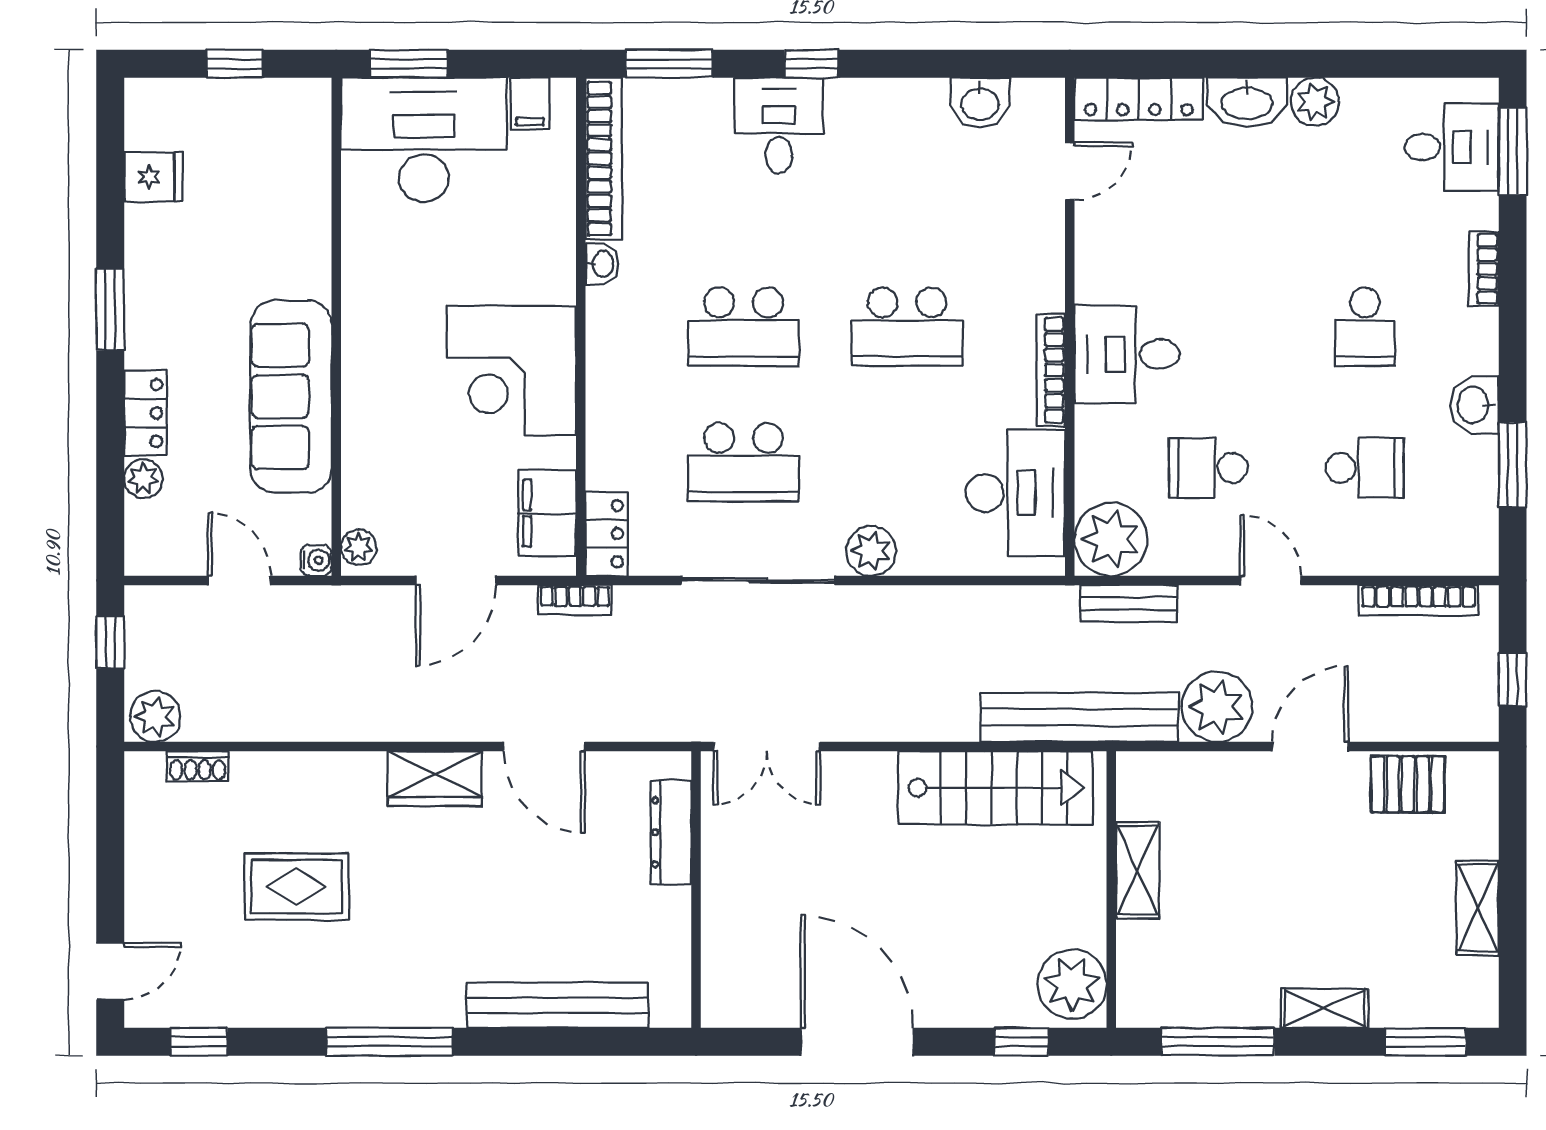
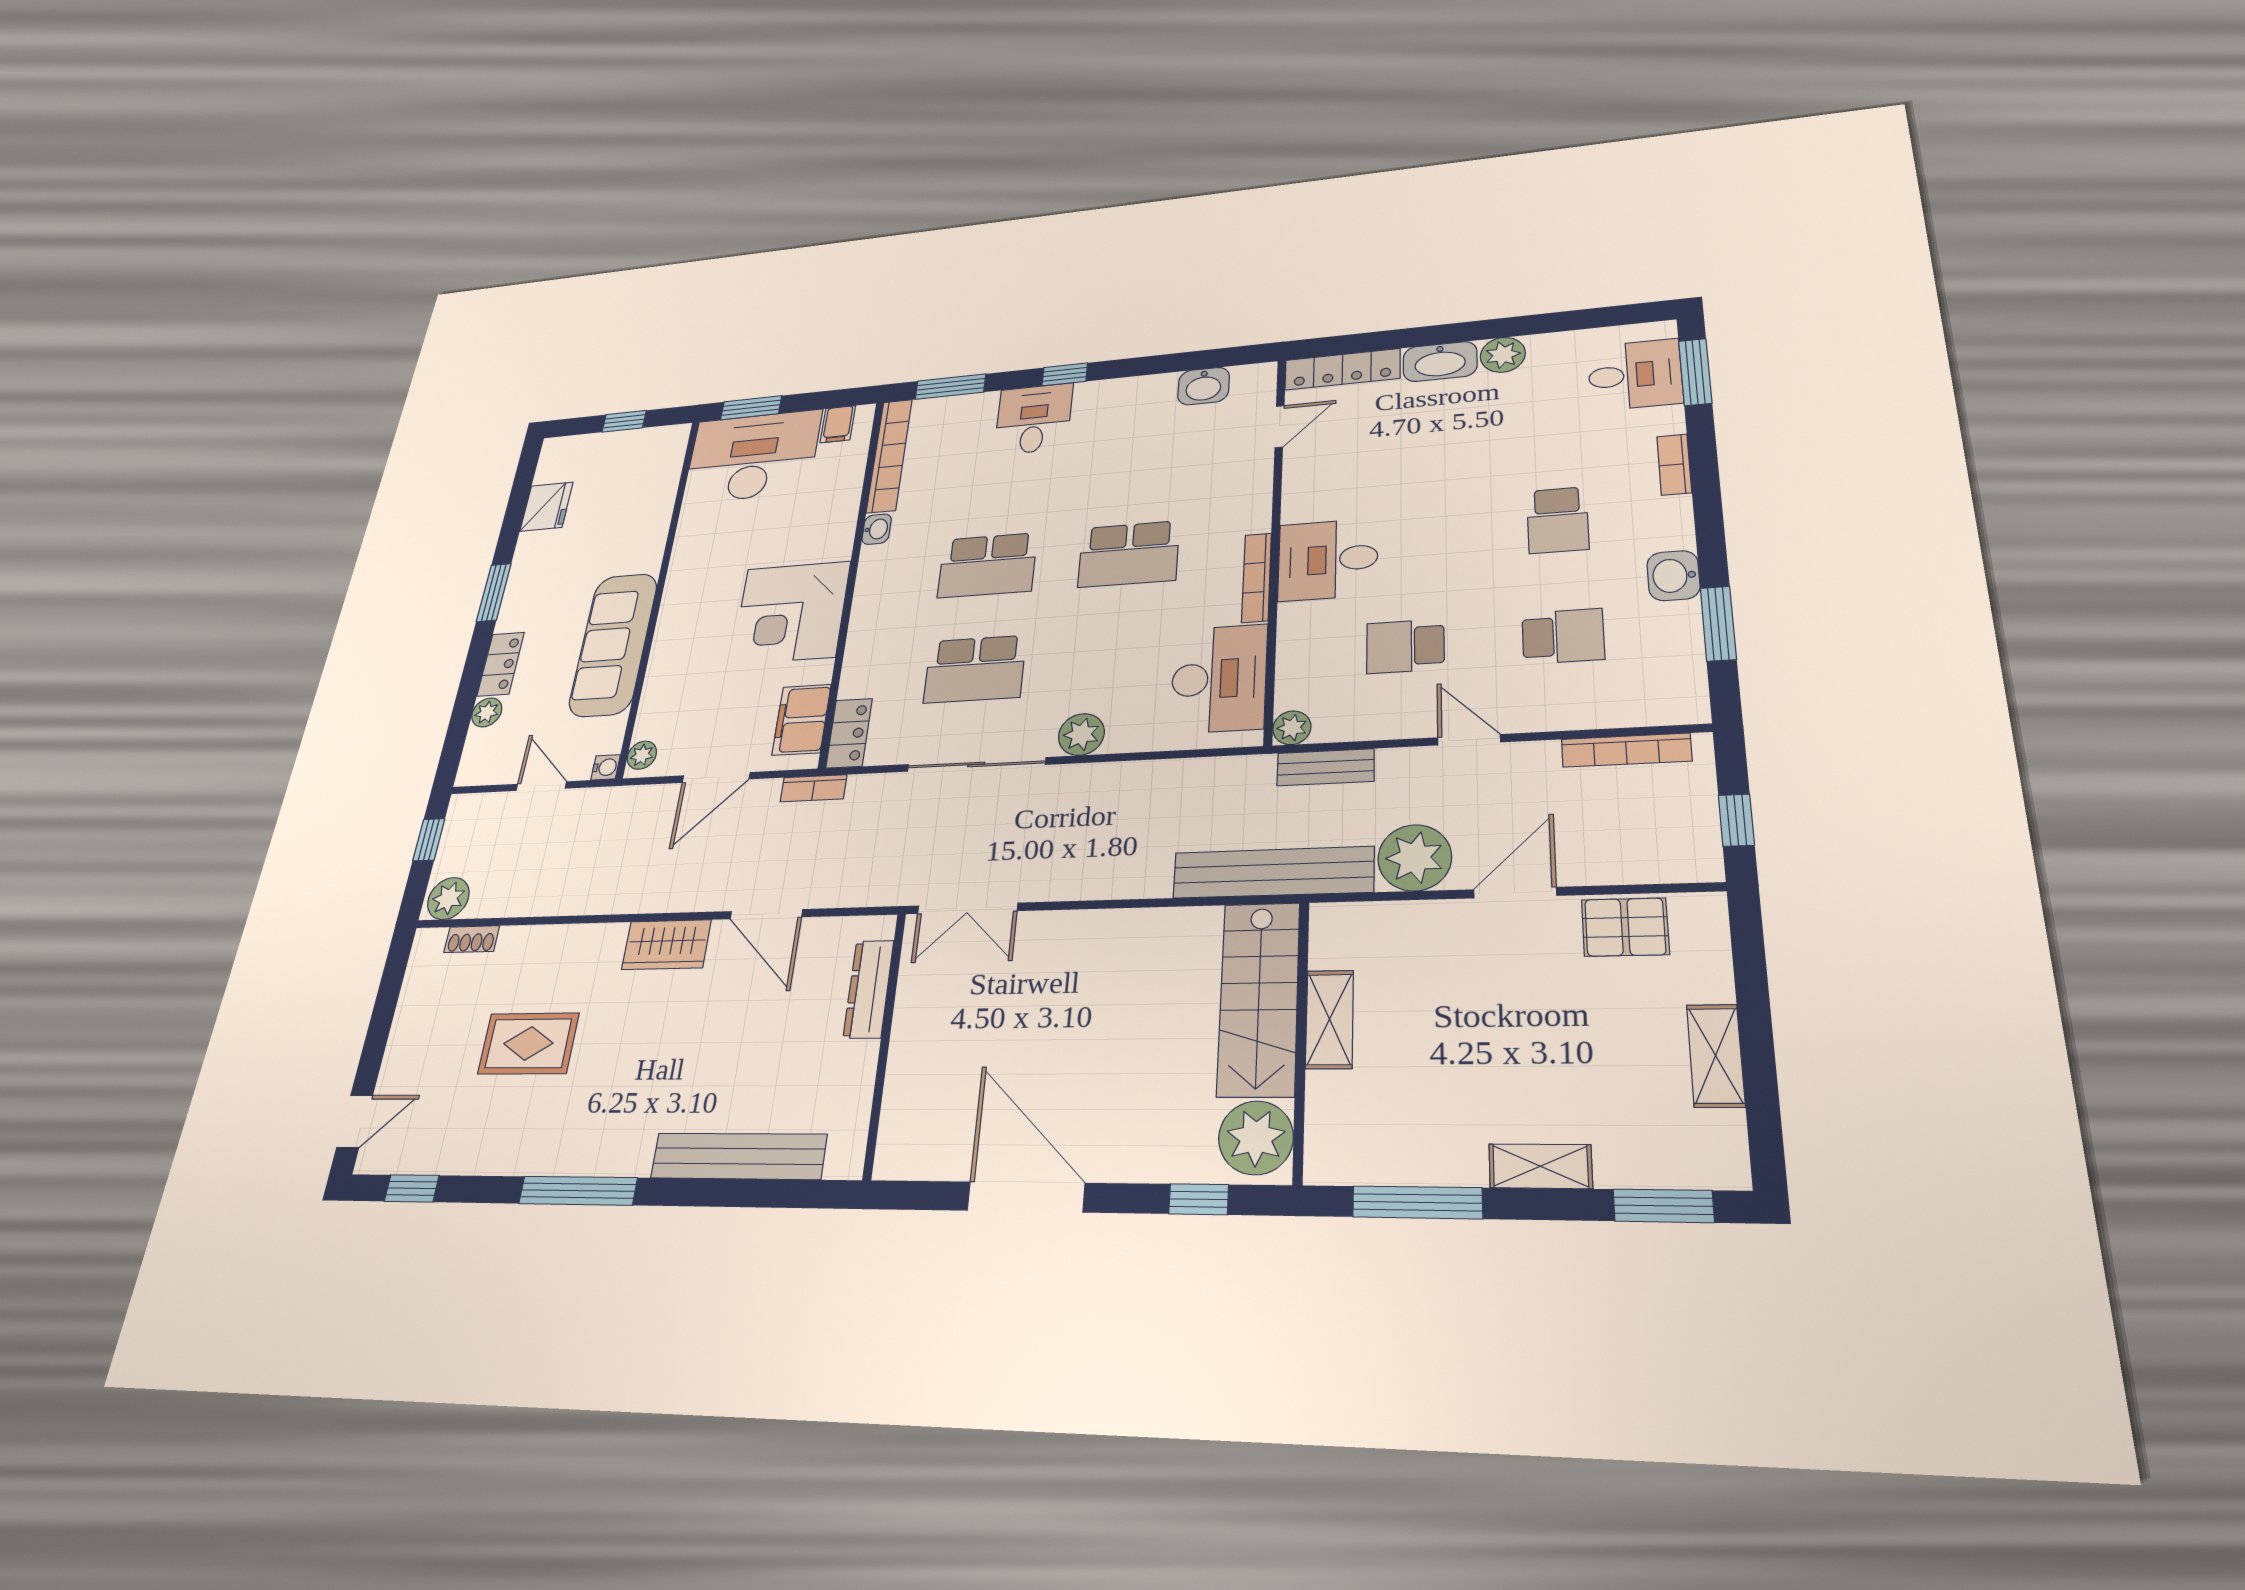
fridge: (153, 177) -> (546, 507), width x1.38
plant: (1111, 539) -> (1292, 728), width x0.53, depth x0.53
stairs: (995, 788) -> (1259, 998), moved, turned 90

